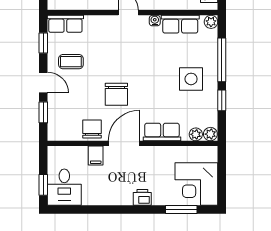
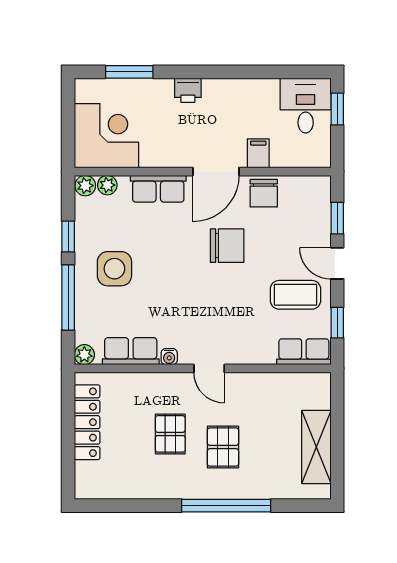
coffee table: (71, 62) -> (295, 295), width x1.36, depth x1.30
chair: (116, 94) -> (227, 246), turned 90
corner desk: (196, 184) -> (106, 136), moved

